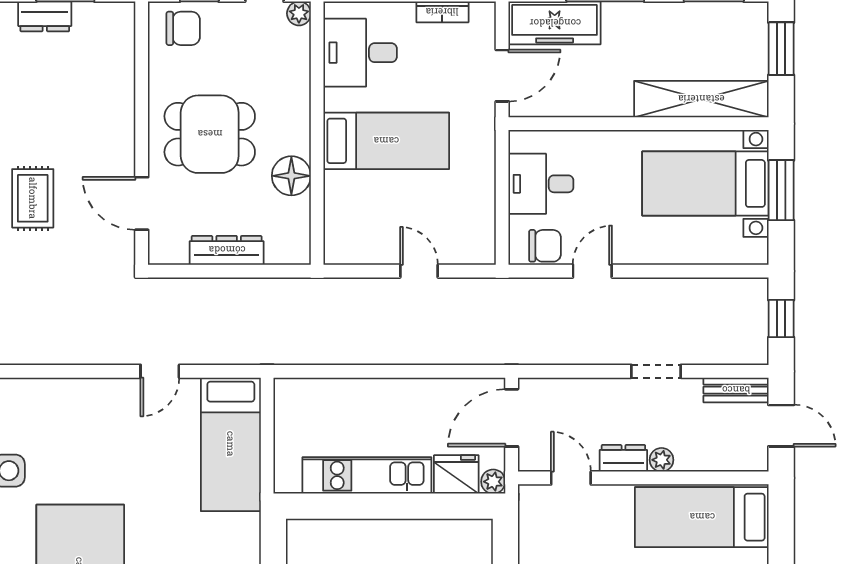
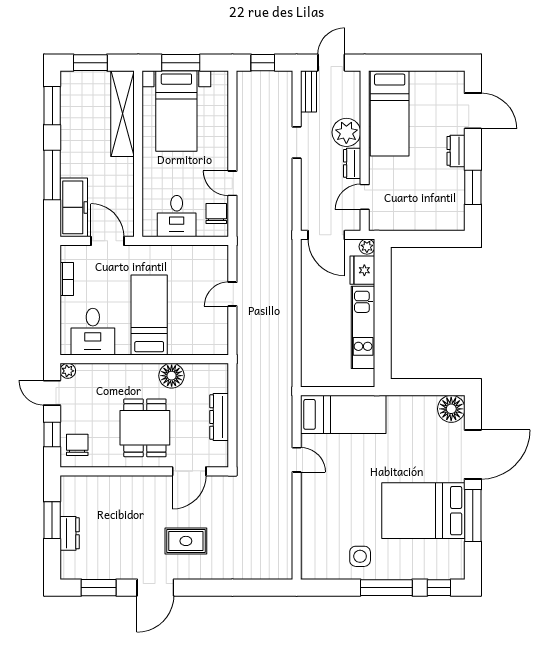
plant: (661, 460) -> (346, 132), width x1.88, depth x1.88

